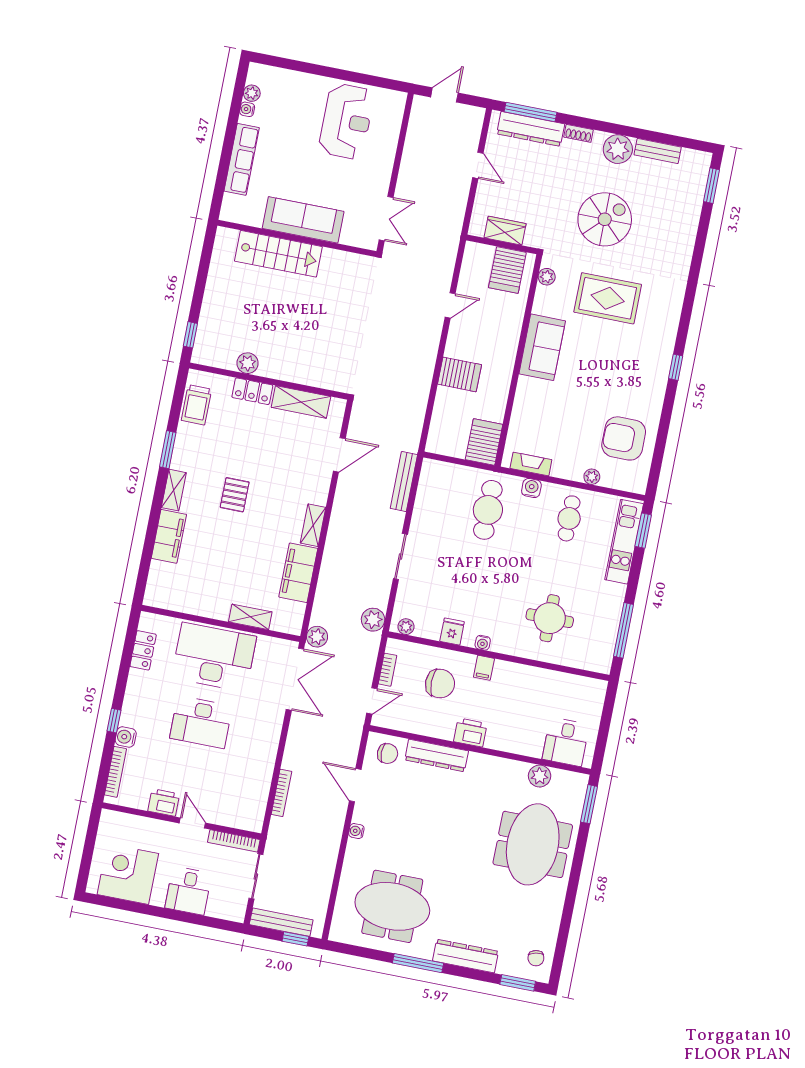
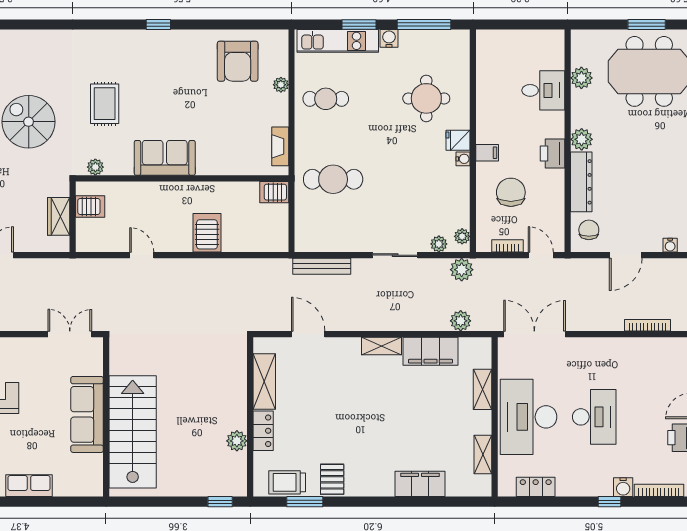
row of seats: (242, 159) -> (29, 486), width x0.68
stairs: (278, 254) -> (133, 432), width x1.36, depth x1.51
server rack: (507, 270) -> (90, 206), width x0.73, depth x0.70
rug: (608, 298) -> (105, 104), width x0.73, depth x0.70
trolley: (196, 405) -> (287, 482), turned 180
server rack: (484, 442) -> (274, 192), width x0.73, depth x0.70
window: (168, 450) -> (305, 502), moved
water cooler: (531, 488) -> (389, 38), moved, turned 90
shelving: (174, 490) -> (483, 455), moved, turned 90
pallet: (235, 495) -> (332, 479), moved, turned 90
window: (643, 531) -> (359, 24), moved
plant: (403, 602) -> (439, 244), added
fridge: (452, 632) -> (458, 140), moved
plant: (317, 637) -> (461, 321), moved
desk: (566, 742) -> (543, 90), moved
plant: (479, 764) -> (582, 139), added
window: (589, 804) -> (647, 24), moved

